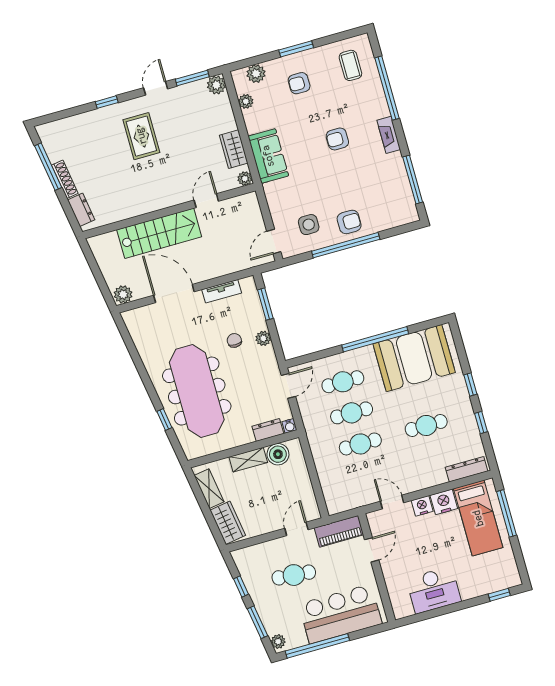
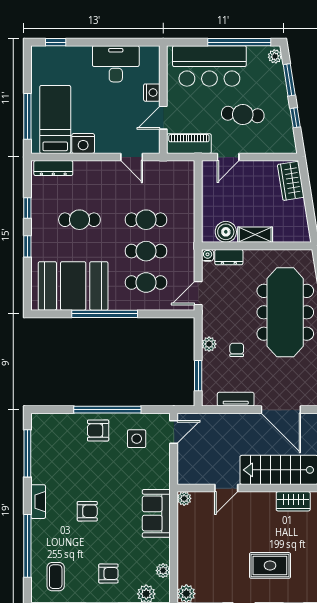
rug: (141, 136) -> (270, 565), turned 90
wardrobe: (234, 149) -> (293, 501), moved, turned 90
chair: (234, 340) -> (237, 350), turned 180
shelving: (209, 489) -> (299, 218), removed
nightstand: (422, 506) -> (152, 93), moved, turned -90

